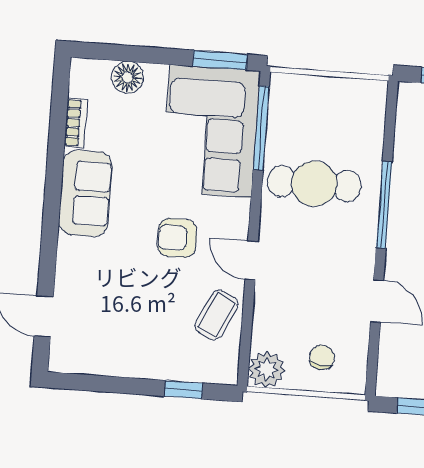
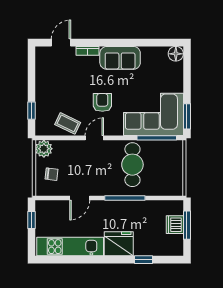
floor lamp: (128, 77) -> (176, 54), moved
bookcase: (75, 123) -> (87, 51), moved

